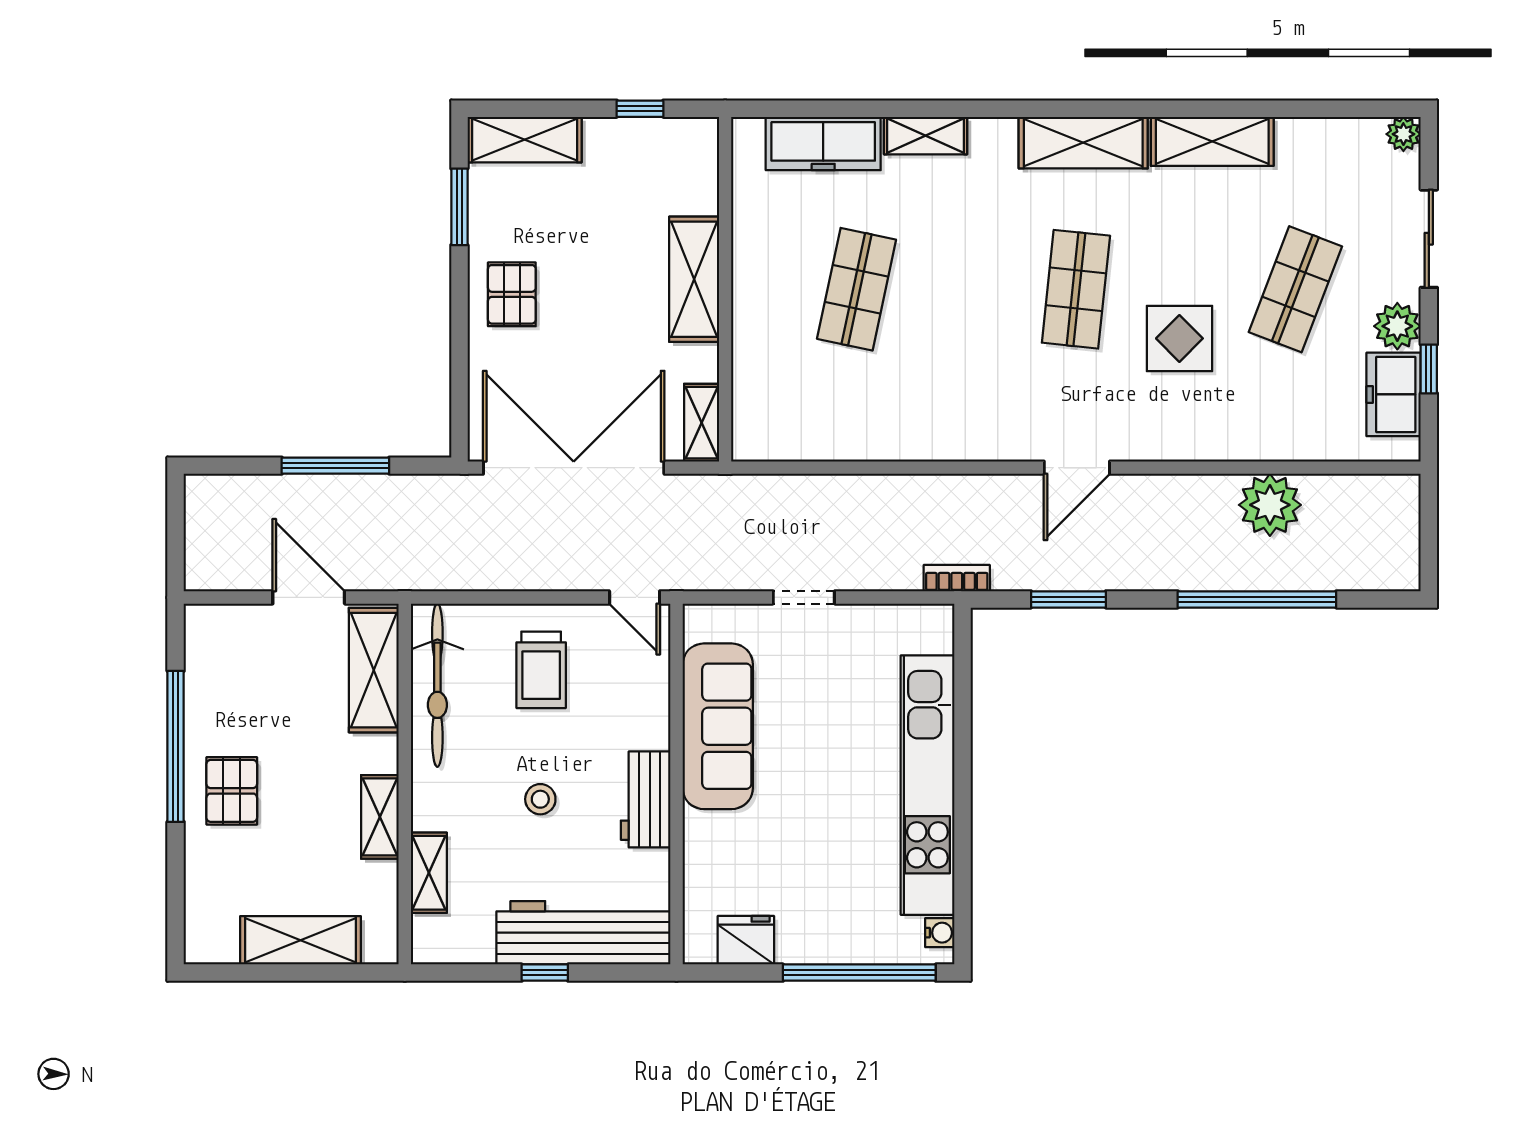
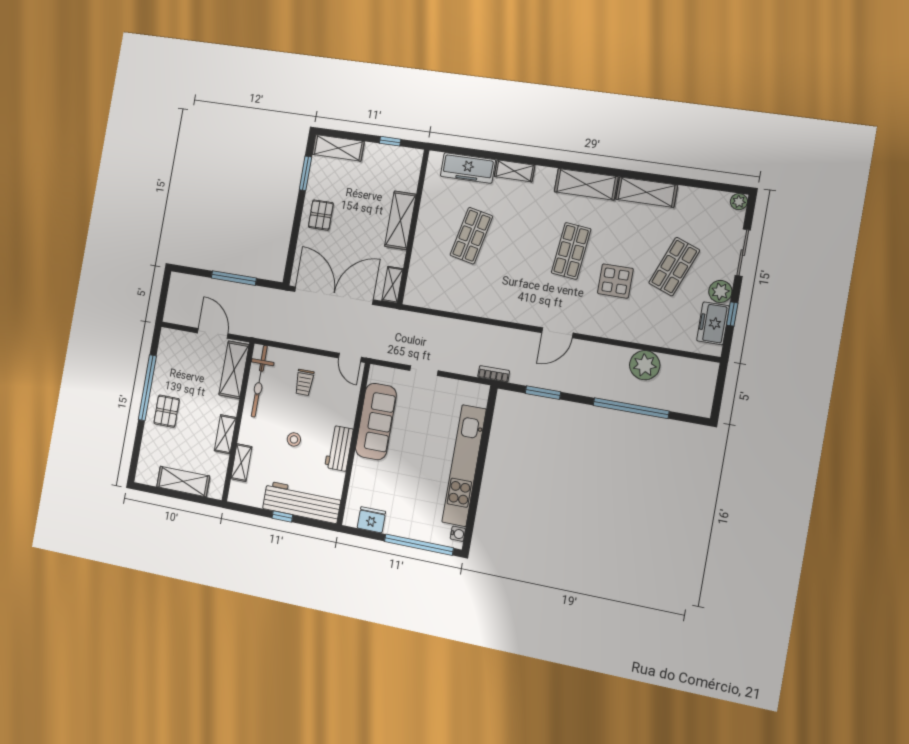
trolley: (541, 670) -> (304, 382), width x0.73, depth x0.72

